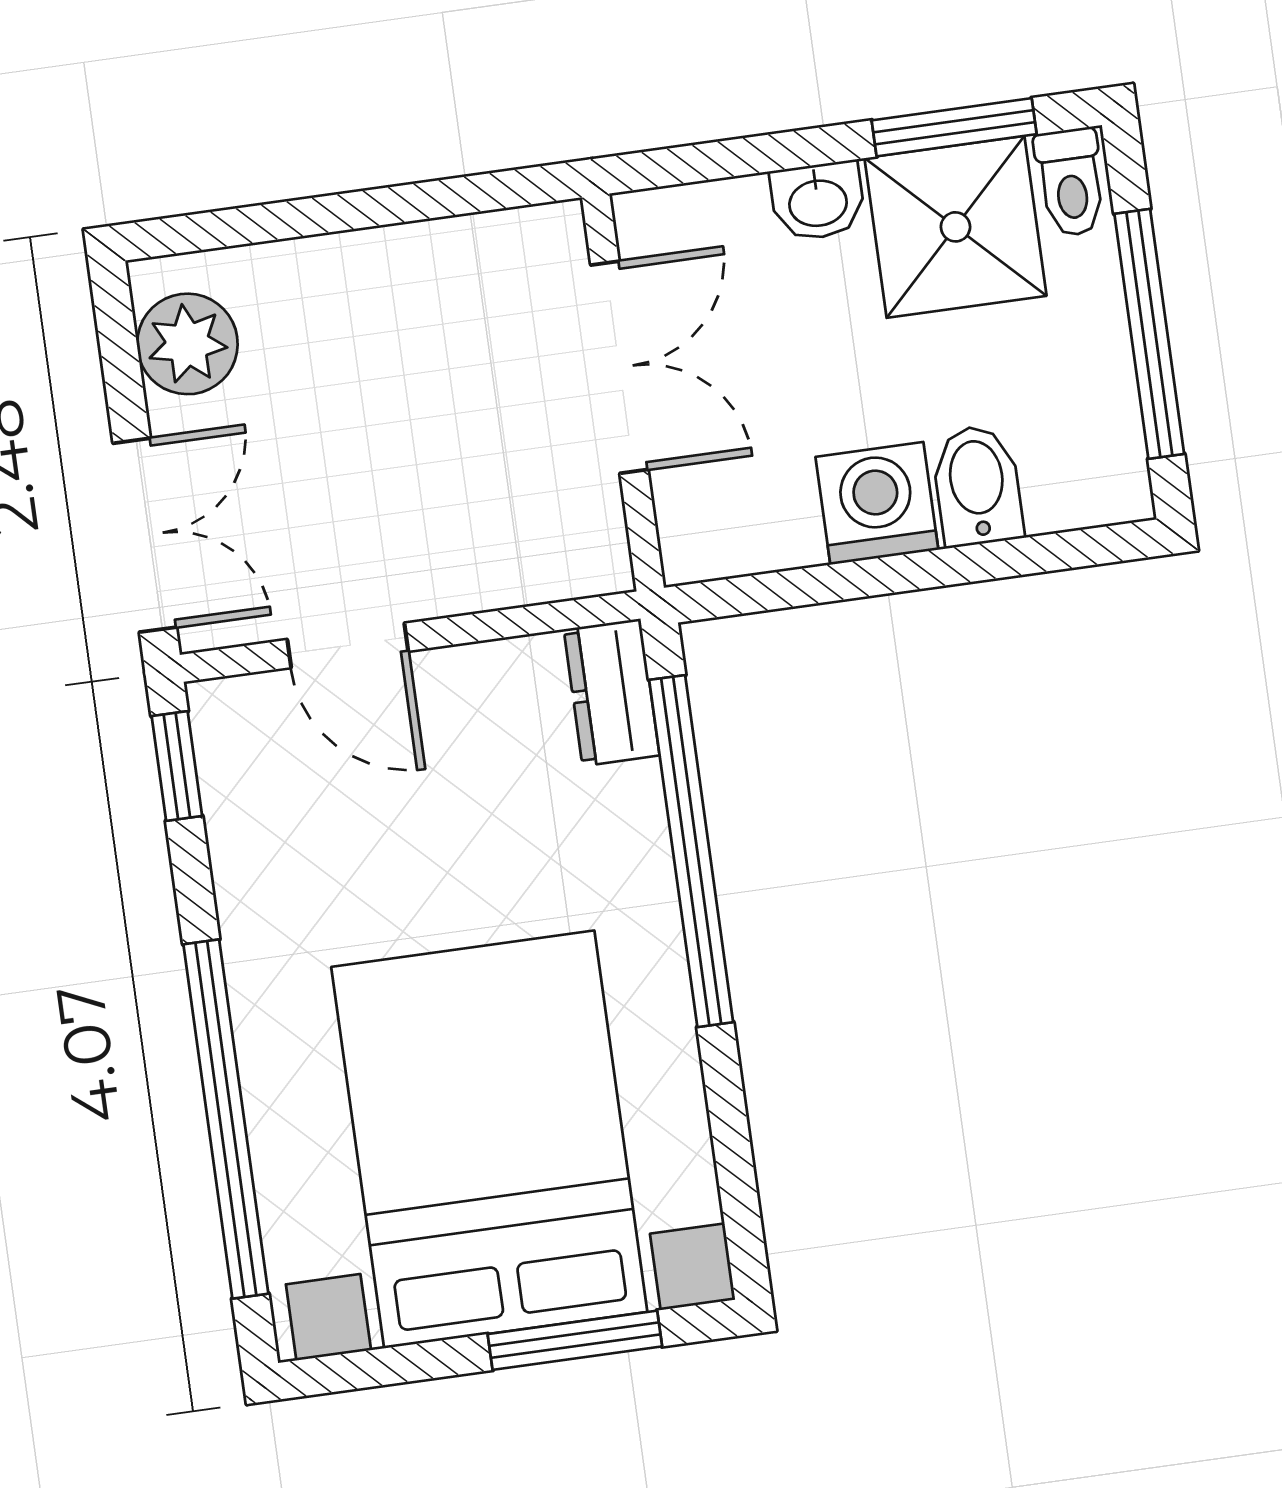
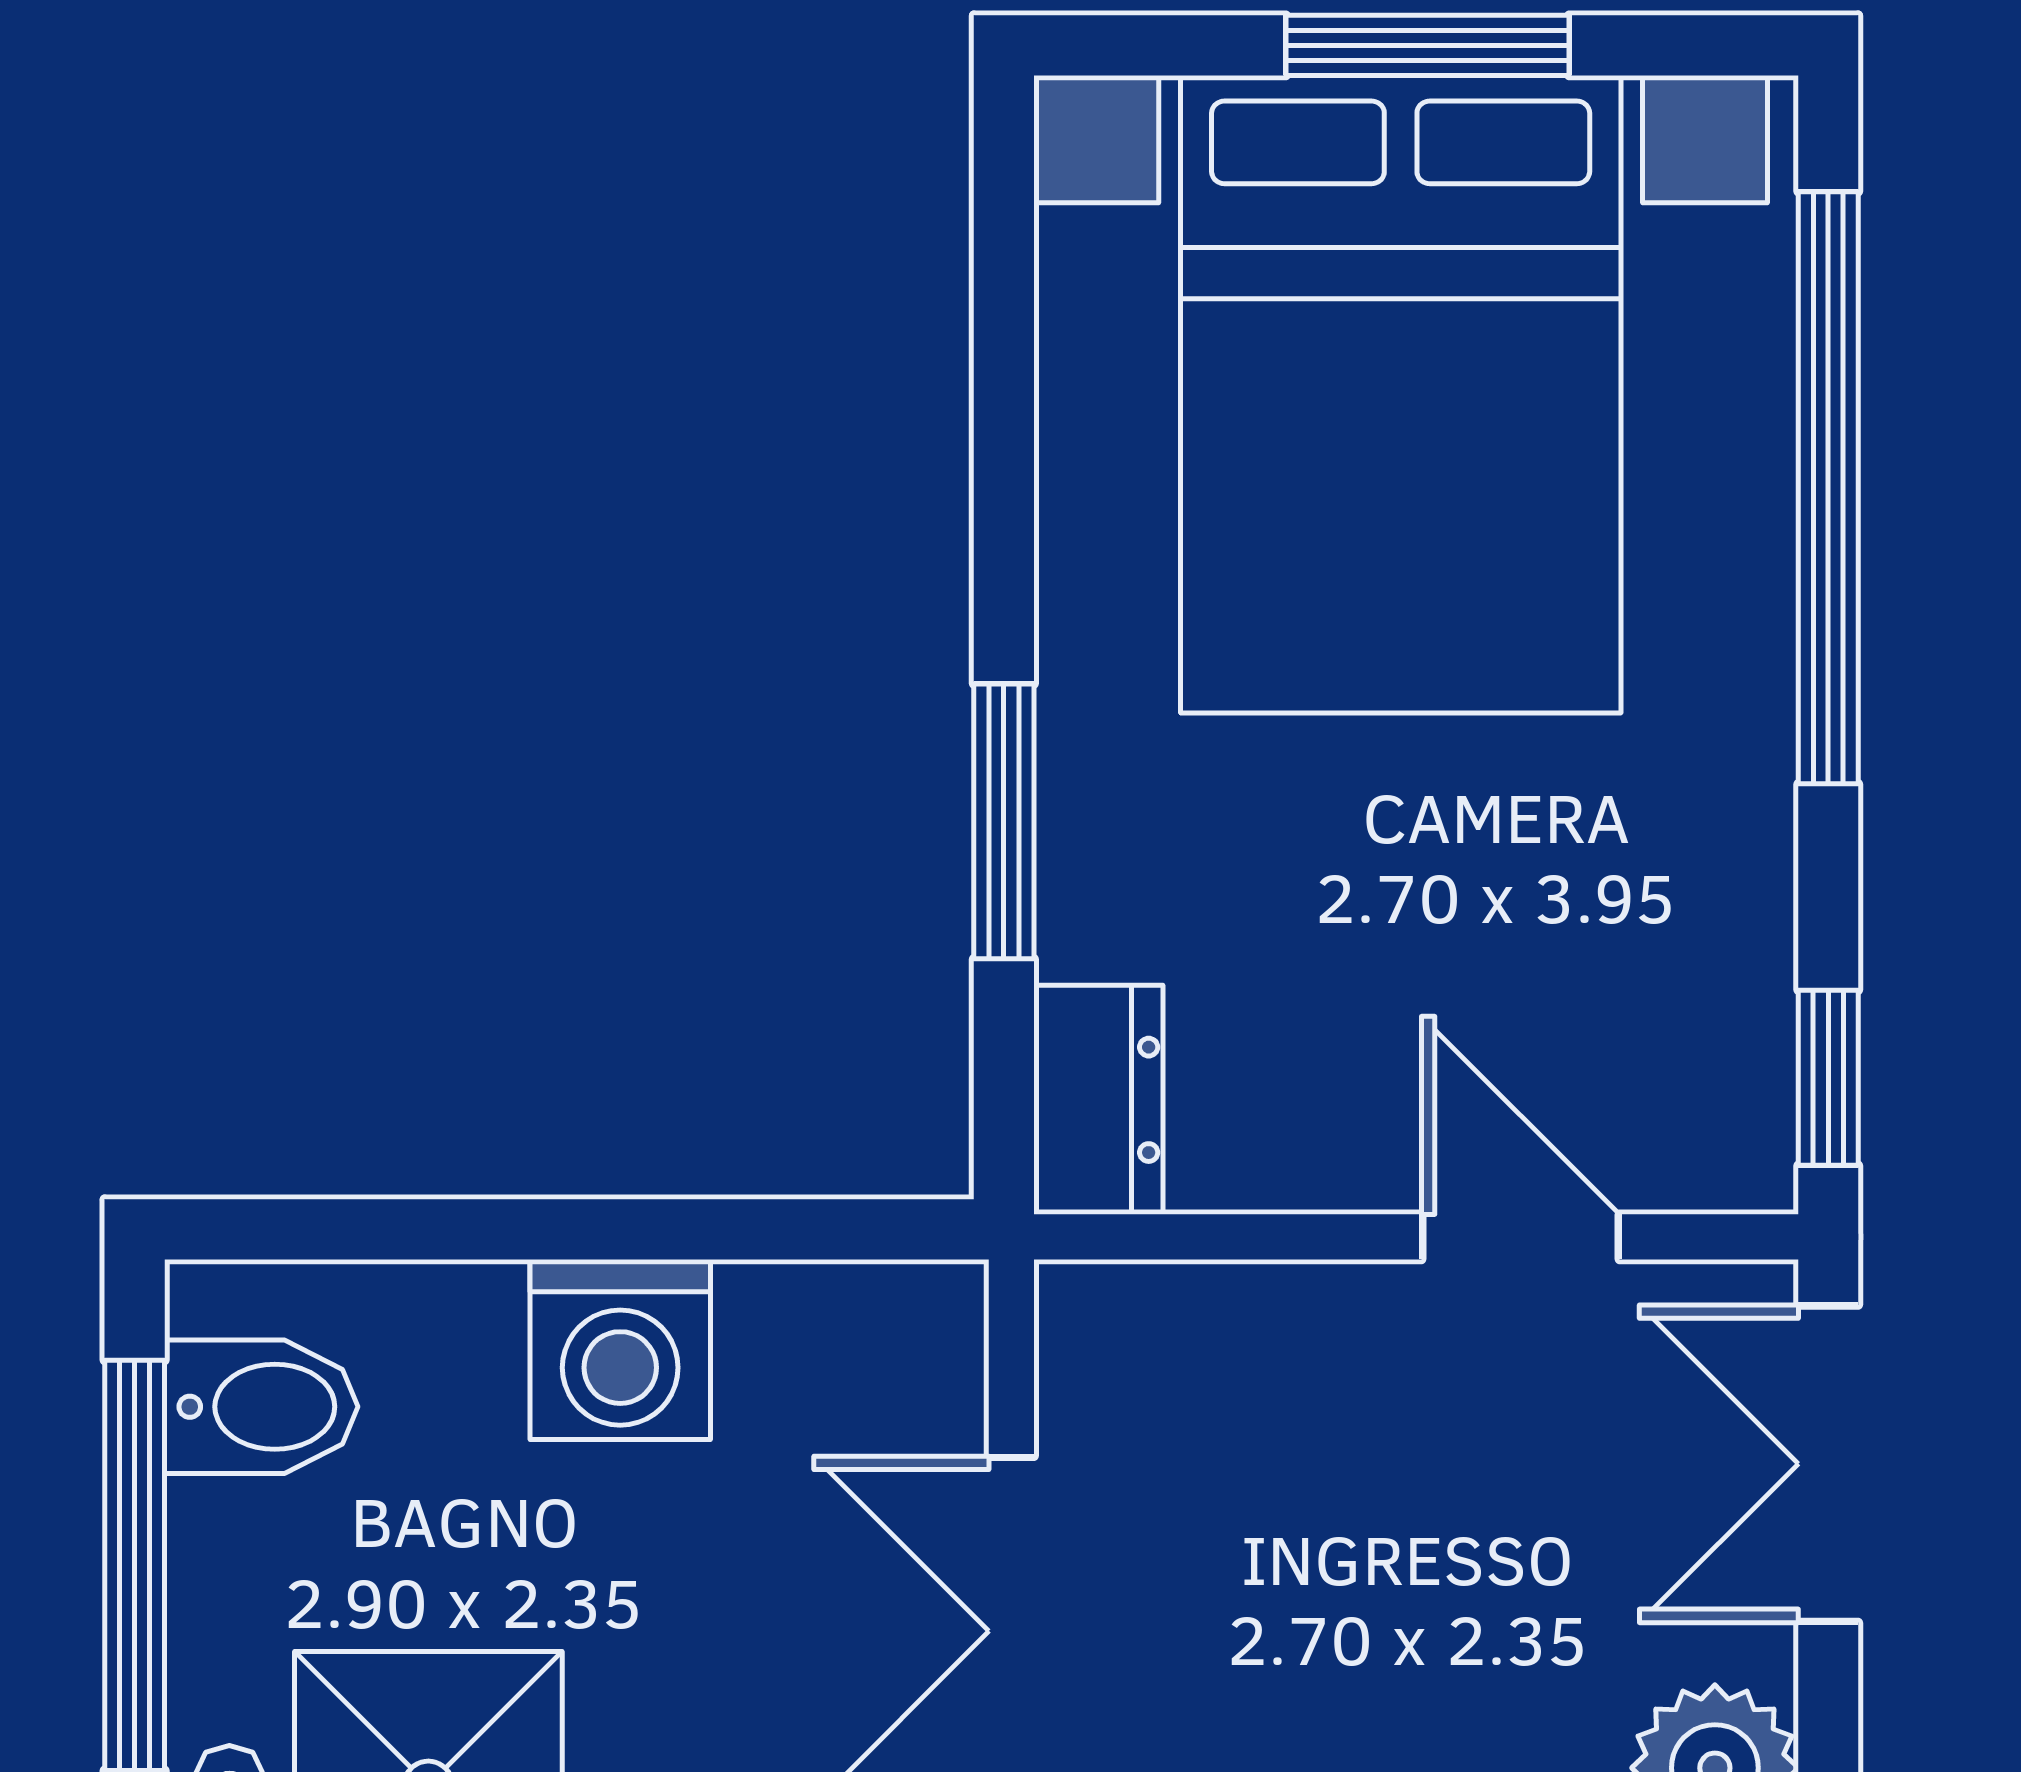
bidet: (977, 485) -> (261, 1407), moved, turned -90
window: (691, 851) -> (1004, 821), width x0.47
window: (575, 1340) -> (1427, 45), moved

